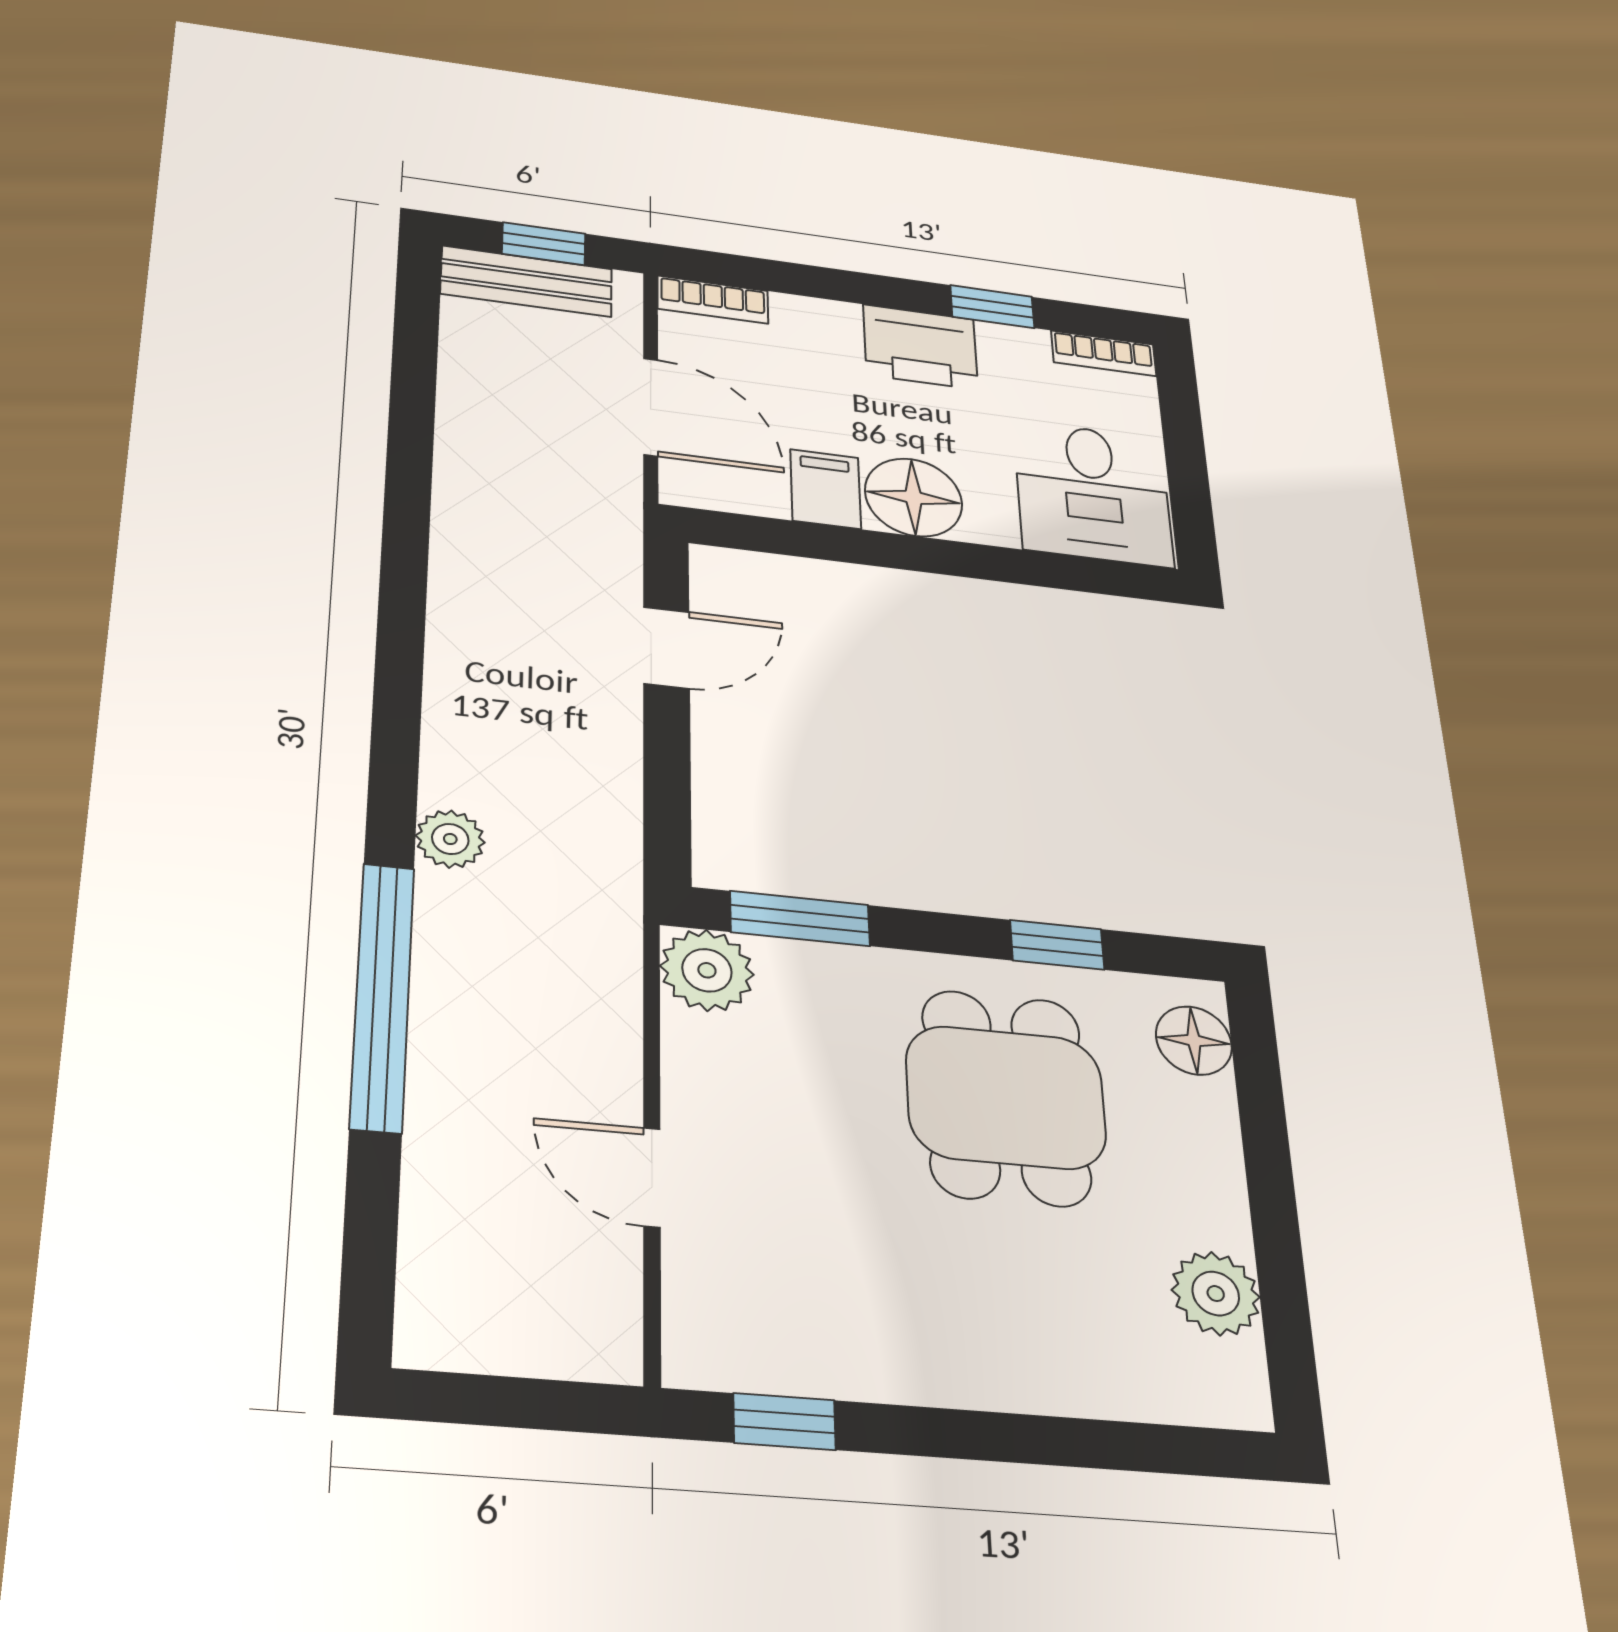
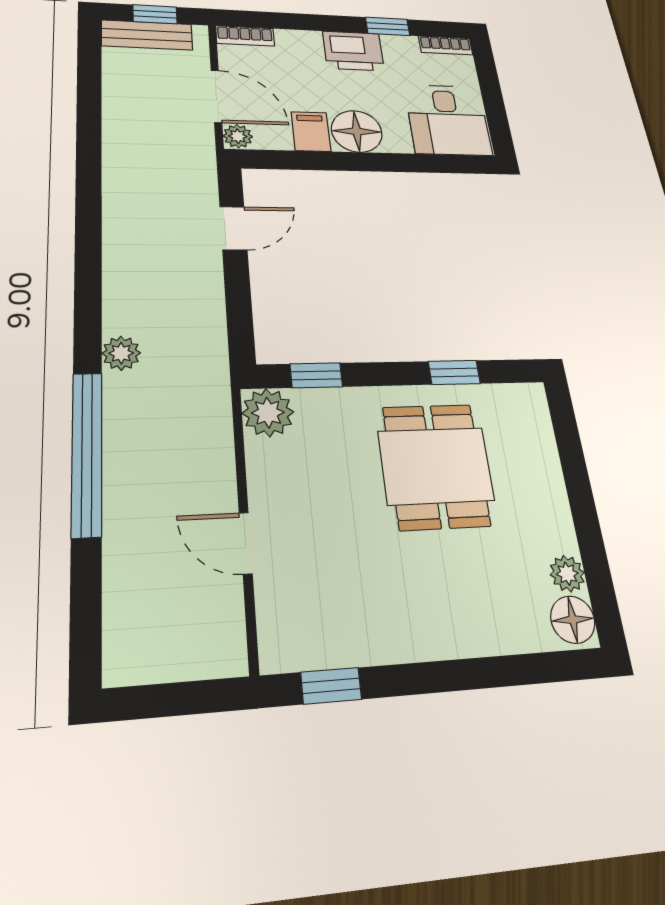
plant: (686, 484) -> (238, 136), added
window: (800, 919) -> (316, 375), width x0.67
floor lamp: (1194, 1041) -> (573, 620), moved
plant: (1216, 1294) -> (567, 574), width x0.73, depth x0.73

